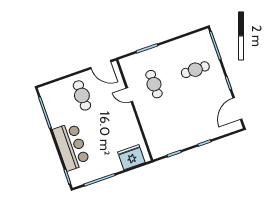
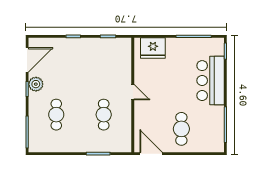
cafe table: (195, 70) -> (56, 115), turned 90
plant: (222, 90) -> (36, 84), added
door: (129, 95) -> (133, 92), moved

